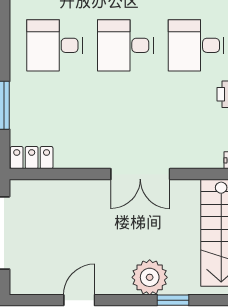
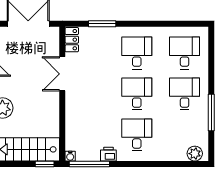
double door: (140, 174) -> (62, 74), moved

